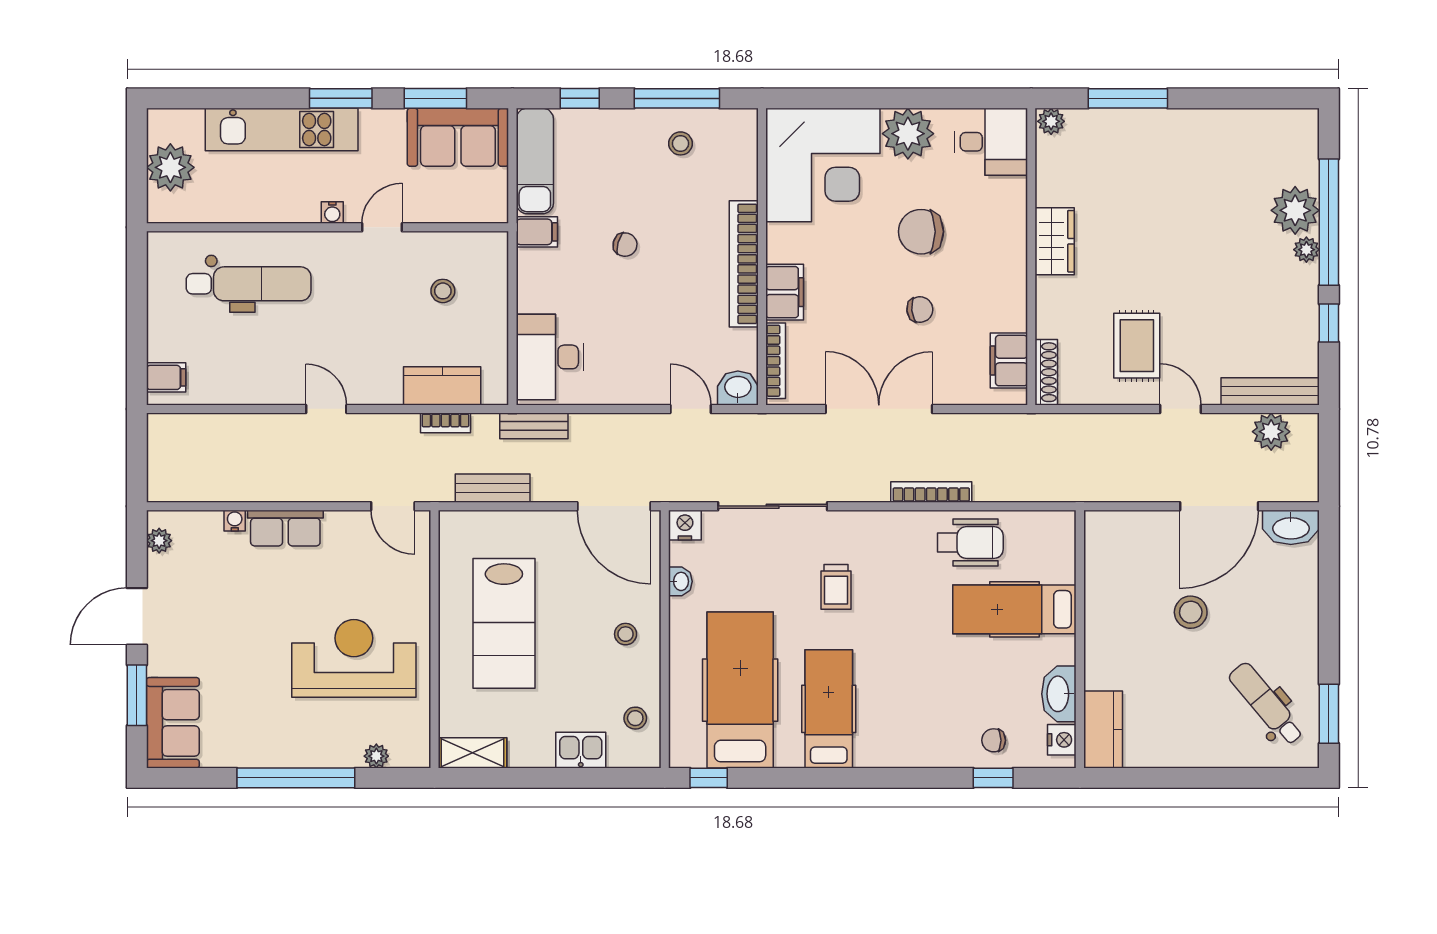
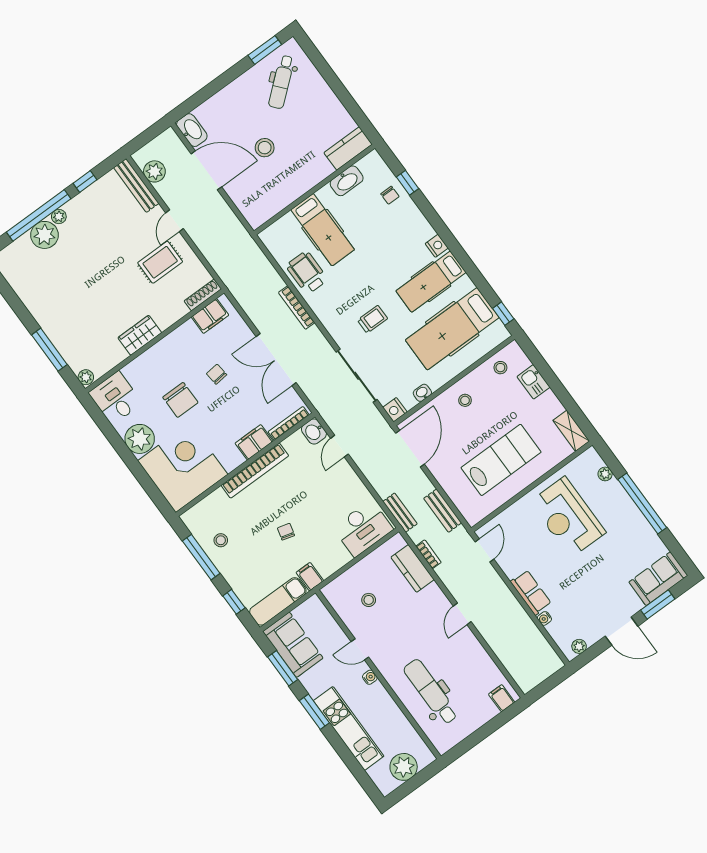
nightstand: (1062, 740) -> (437, 246), moved, turned 90

